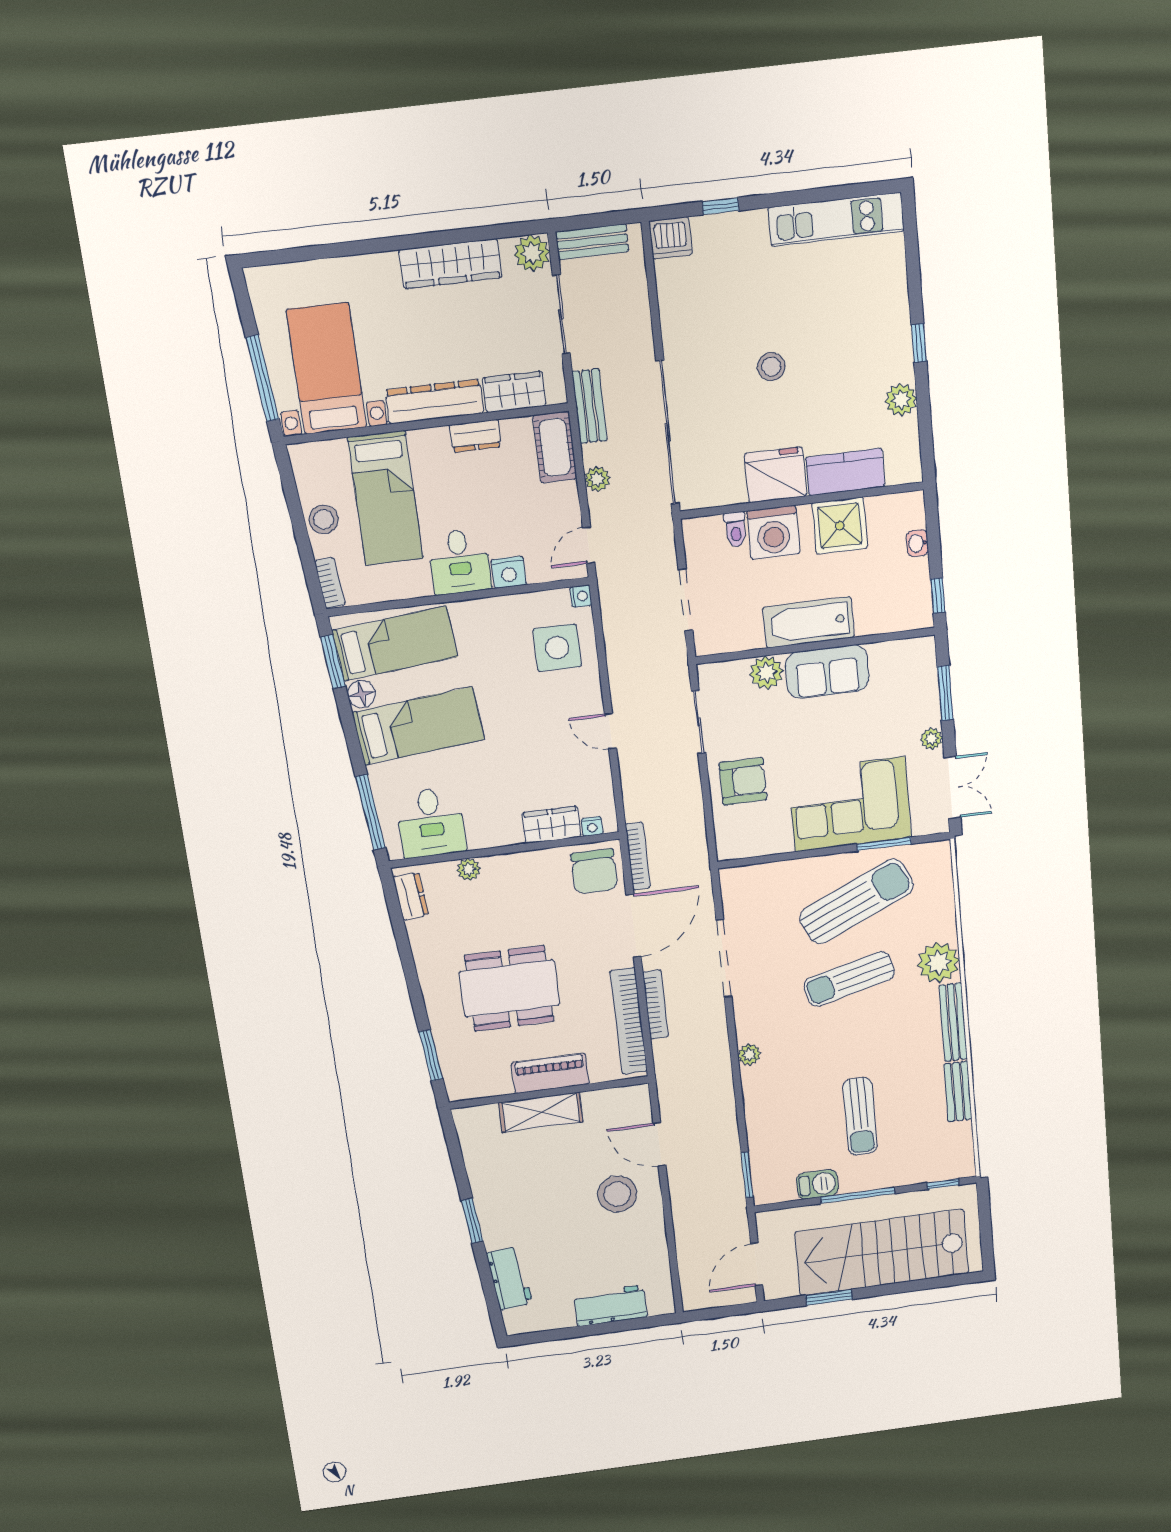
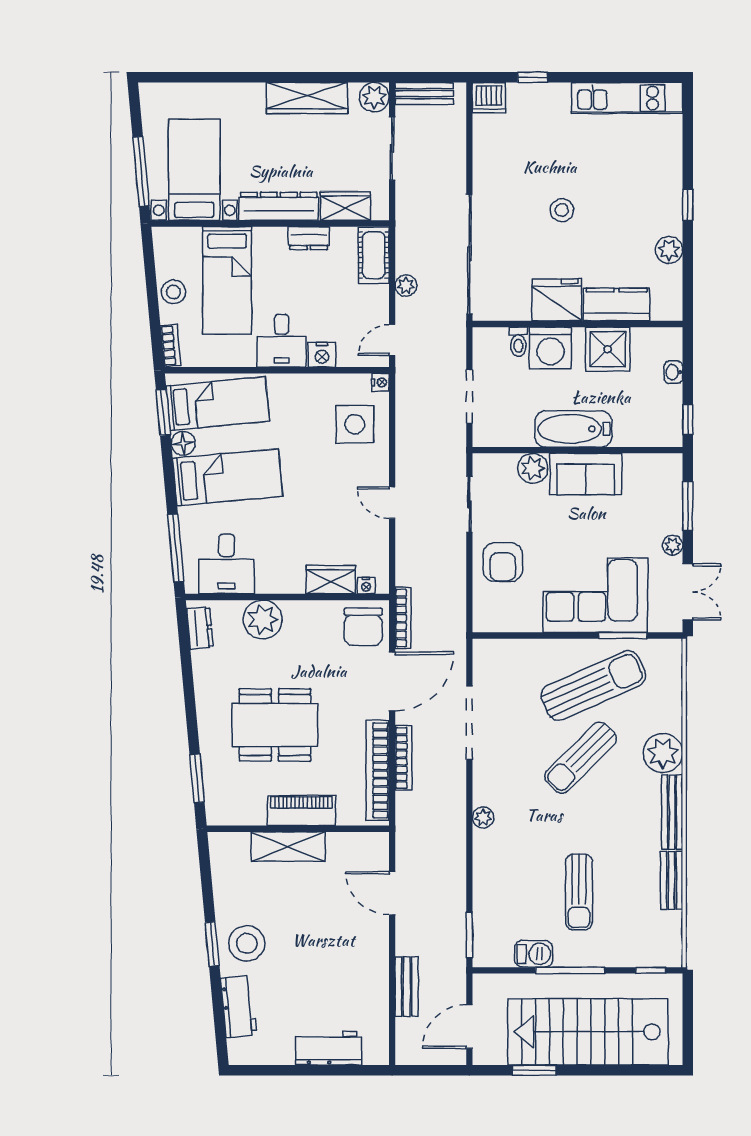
bench: (590, 406) -> (407, 987), moved
armchair: (743, 781) -> (503, 562), turned 90
plant: (469, 869) -> (263, 619), width x1.88, depth x1.88
sun lounger: (849, 979) -> (581, 758), turned -31
stool: (617, 1194) -> (247, 943), moved

